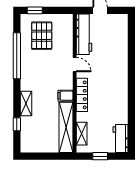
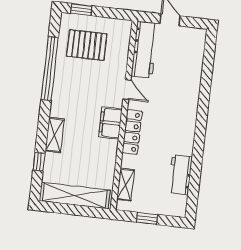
pallet: (42, 36) -> (87, 45), turned 90
filing cabinet: (65, 96) -> (110, 123), width x2.00
shelving: (66, 127) -> (75, 196), moved, turned 90
workbench: (120, 139) -> (180, 175), moved

